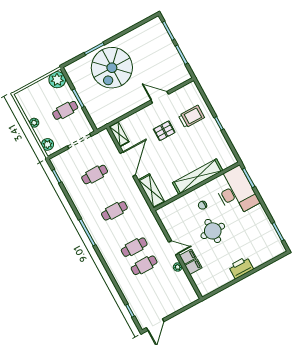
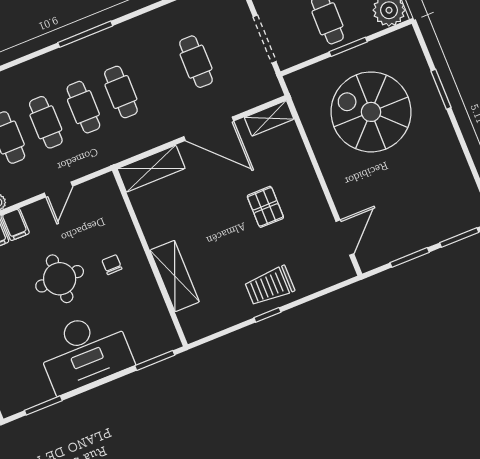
spiral stairs: (112, 68) -> (371, 112), moved
door: (160, 97) -> (345, 238), moved
trolley: (191, 117) -> (270, 286), moved, turned 90
shelving: (198, 177) -> (175, 276), width x0.68
desk: (236, 191) -> (85, 351), moved
cafe table: (124, 229) -> (83, 107), added
door: (174, 248) -> (58, 190), moved

